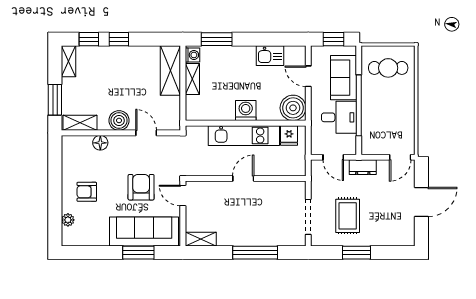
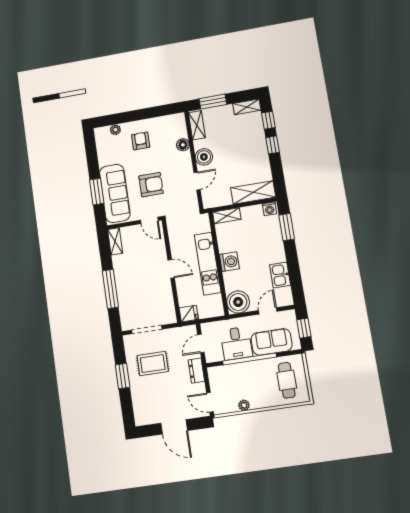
shelving: (192, 79) -> (227, 216), moved
plant: (409, 120) -> (244, 405), added
fridge: (289, 136) -> (189, 314), moved, turned 180
door: (183, 195) -> (149, 220), swing flipped

